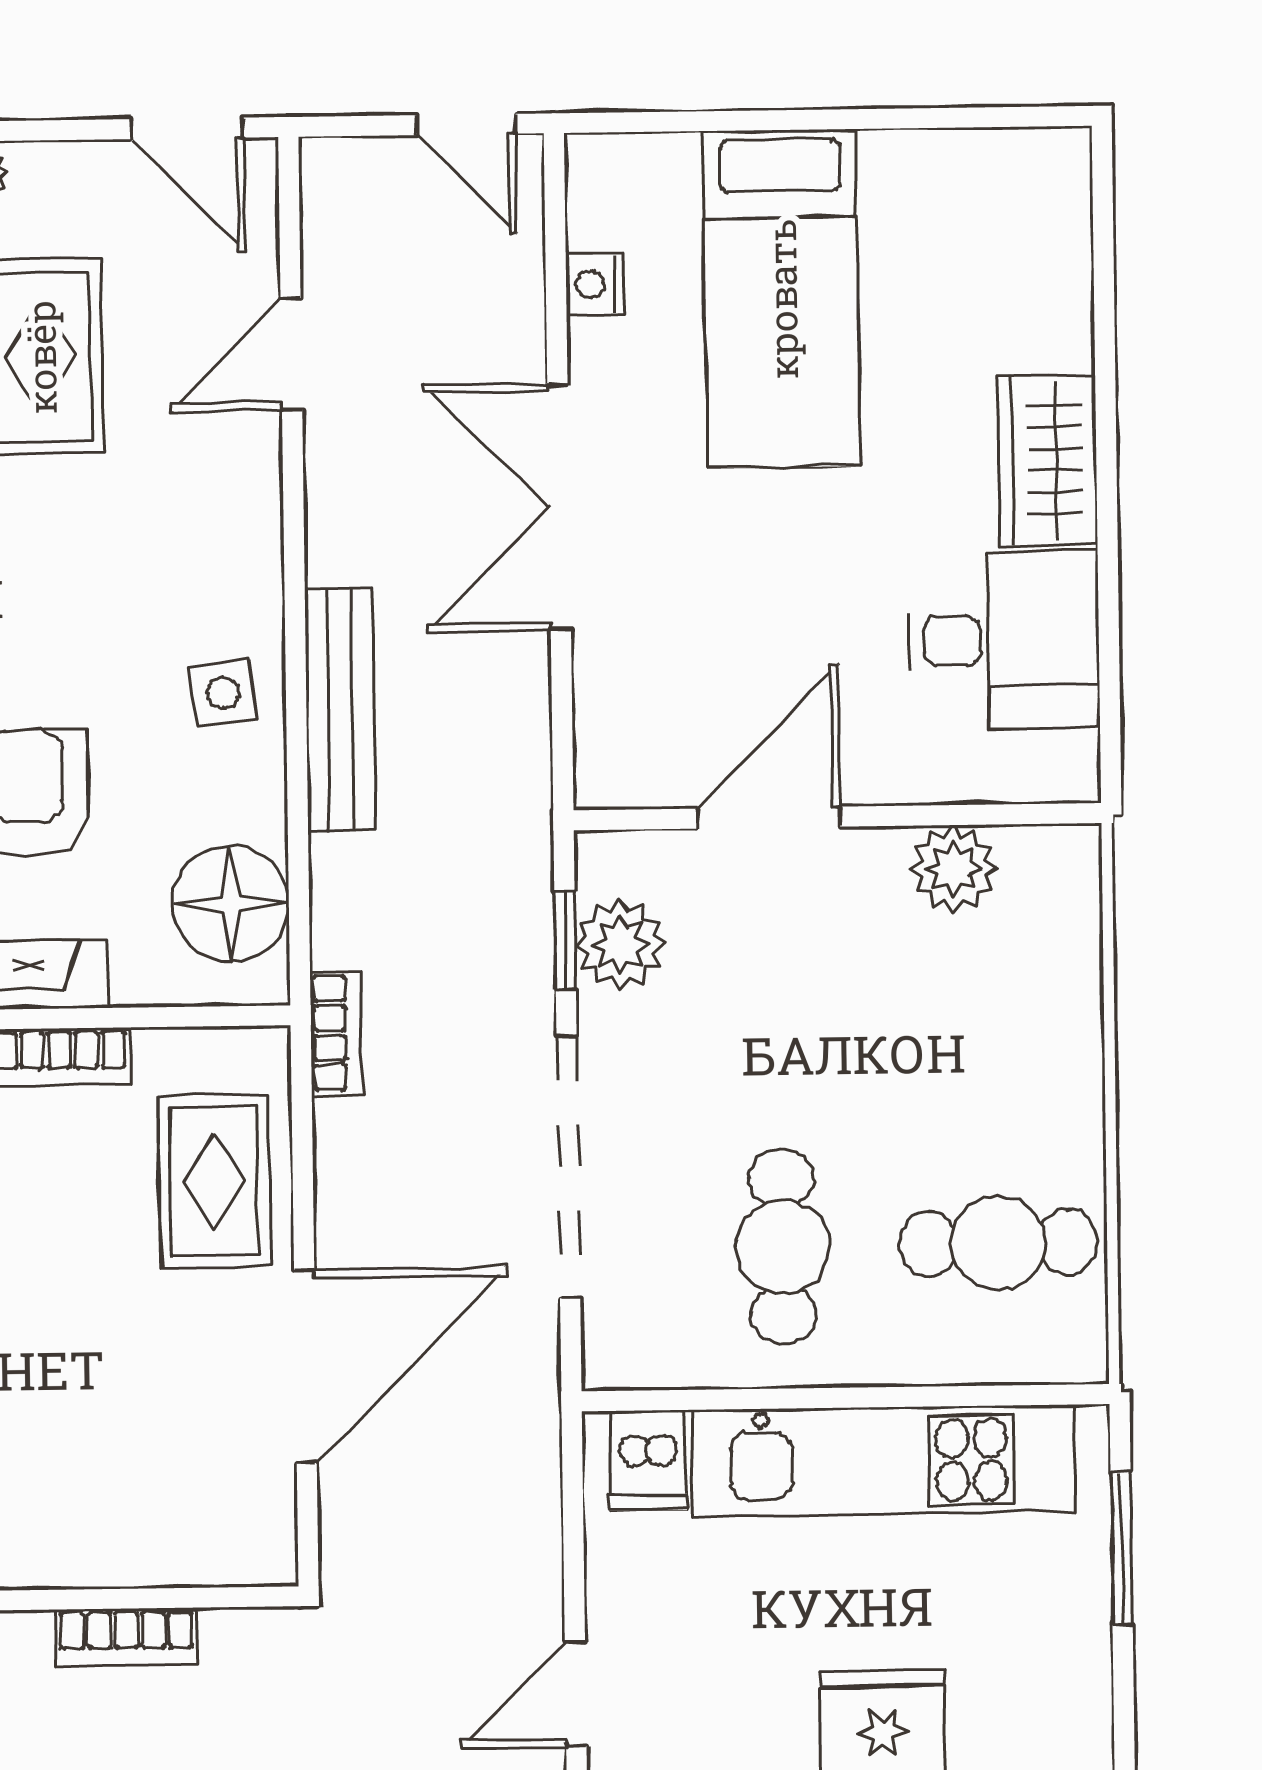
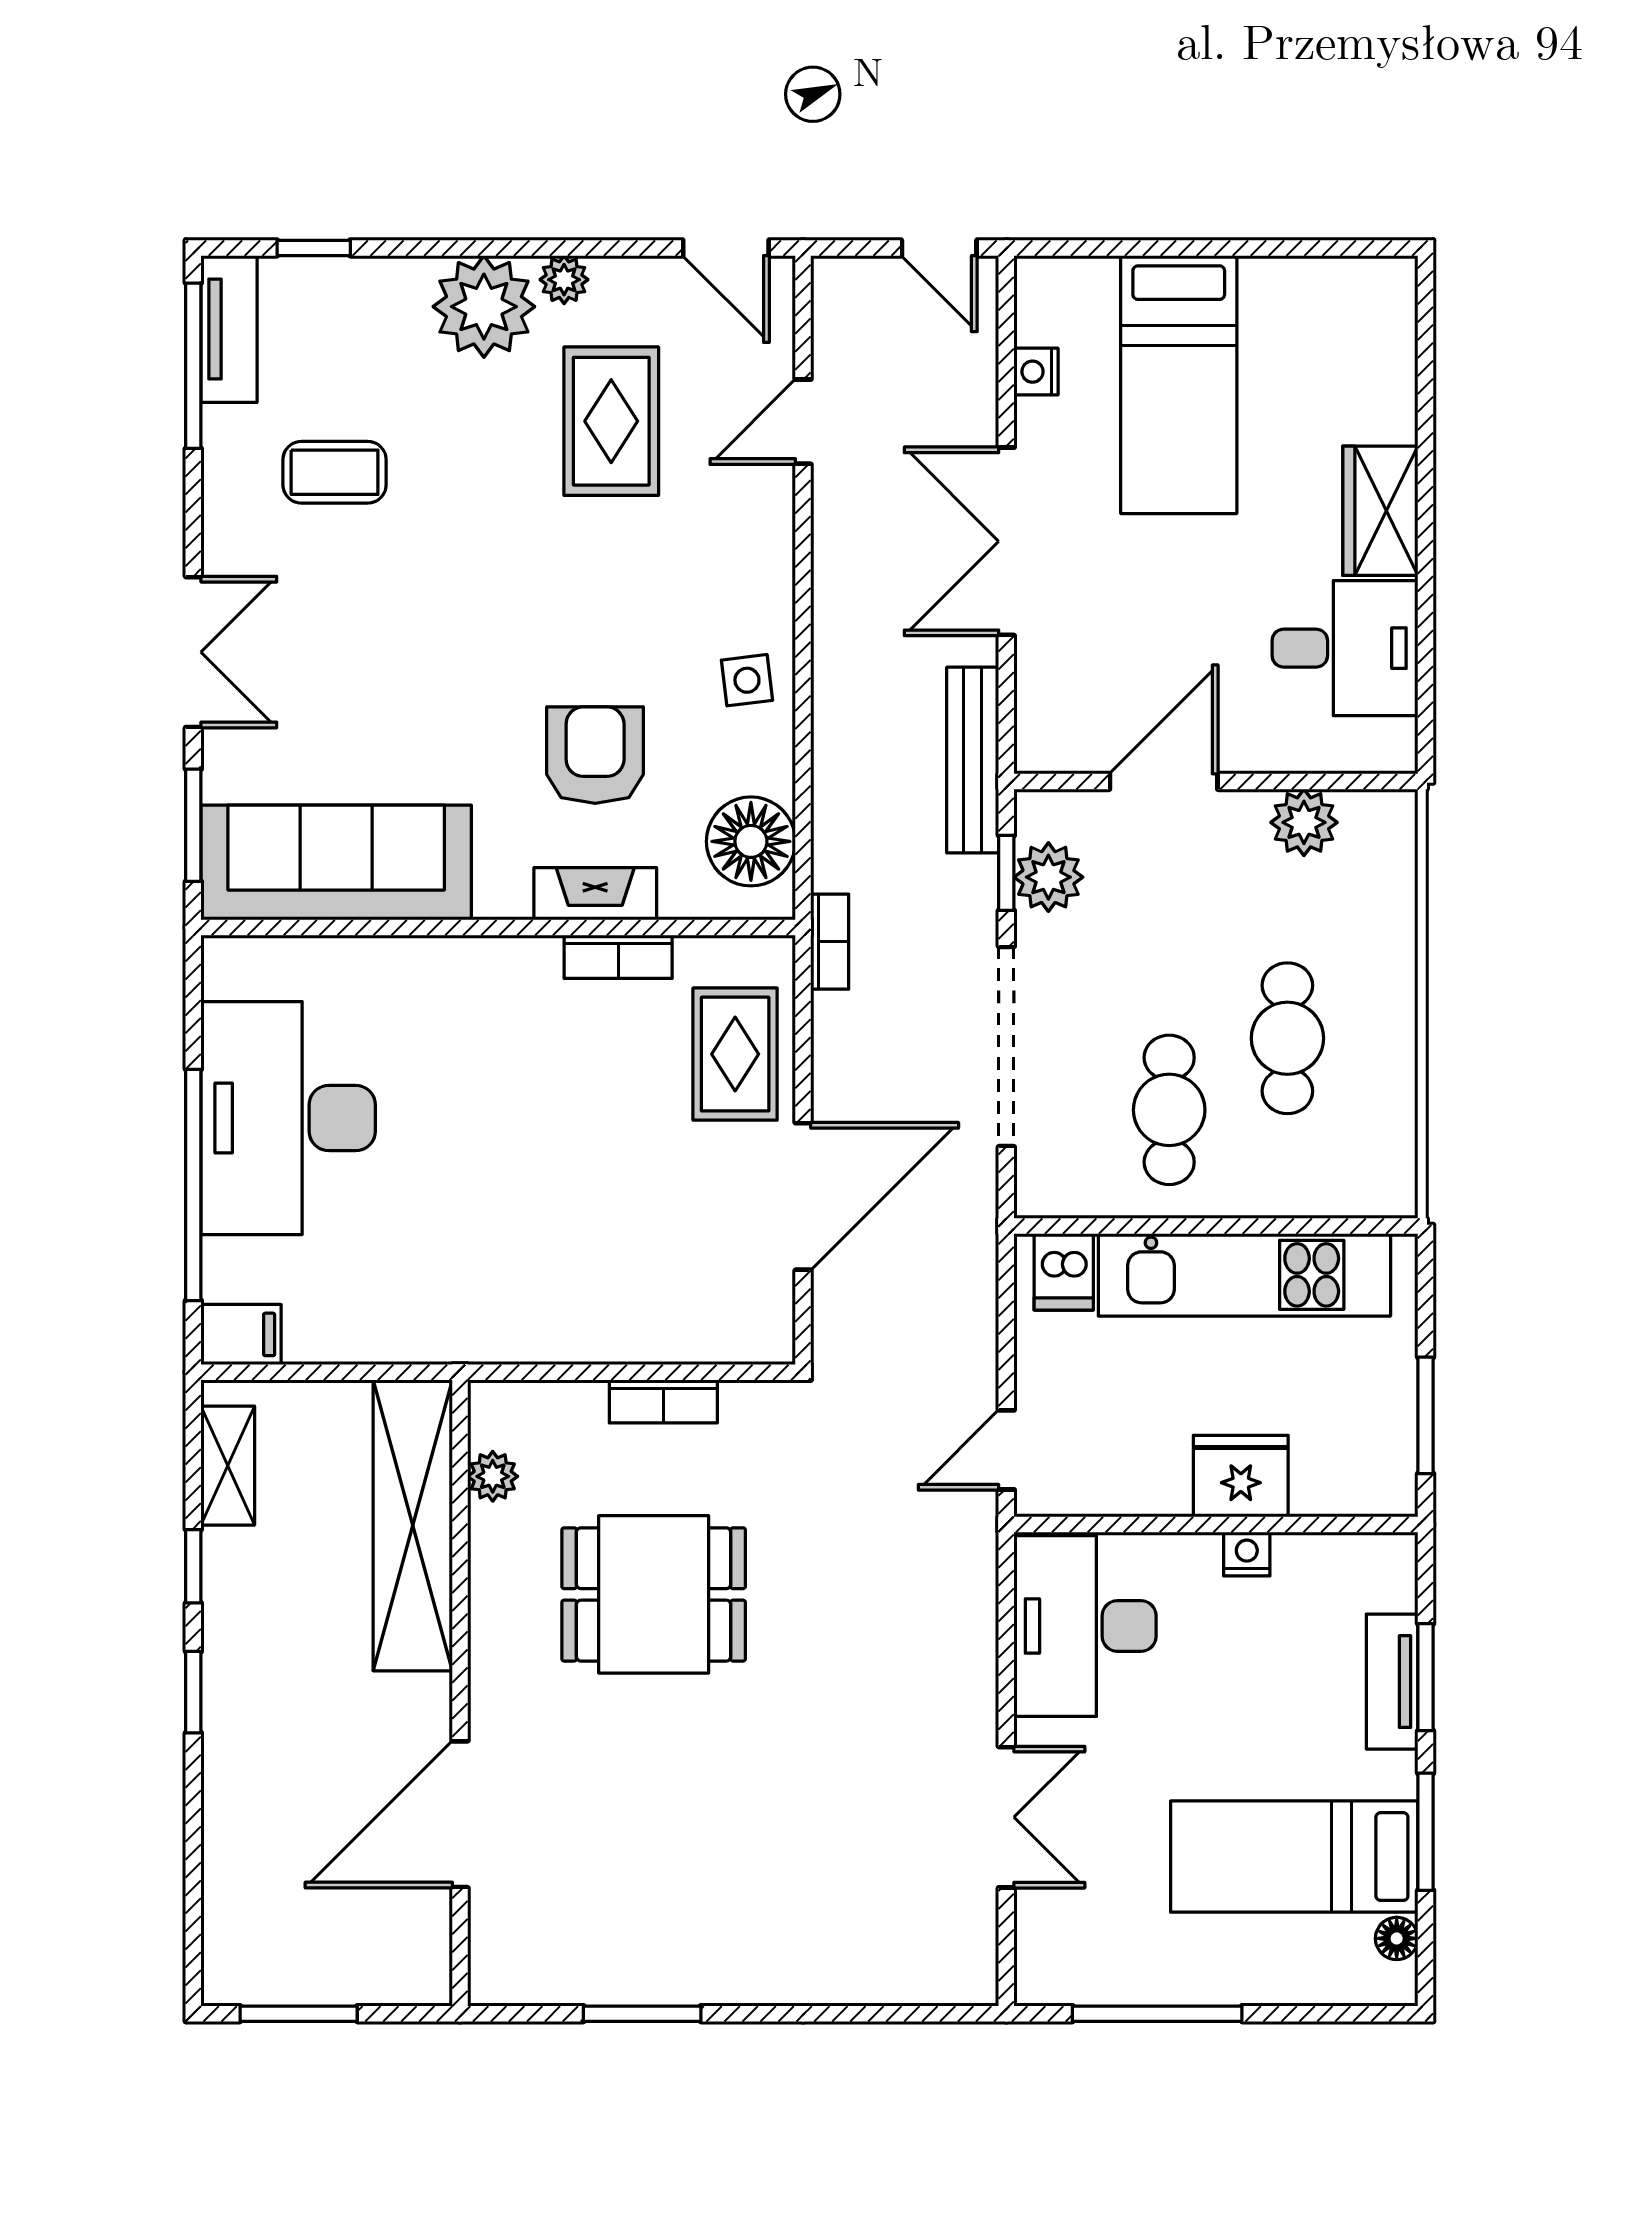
bench: (340, 710) -> (973, 760), moved
cafe table: (998, 1243) -> (1287, 1038), moved, turned 90
window: (1122, 1548) -> (1426, 1415), moved

